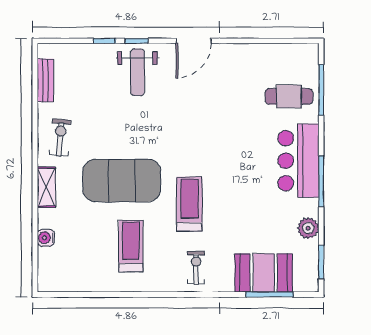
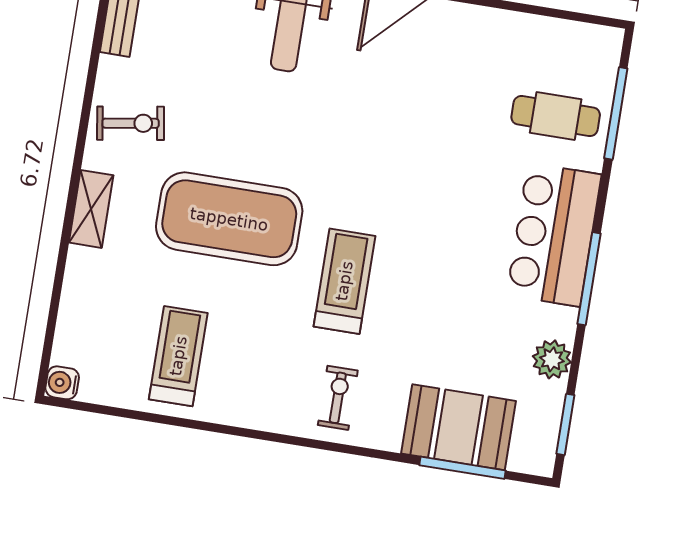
exercise bike: (60, 138) -> (131, 123), turned 76
water cooler: (46, 238) -> (62, 383), moved
treadmill: (131, 246) -> (178, 356), moved

